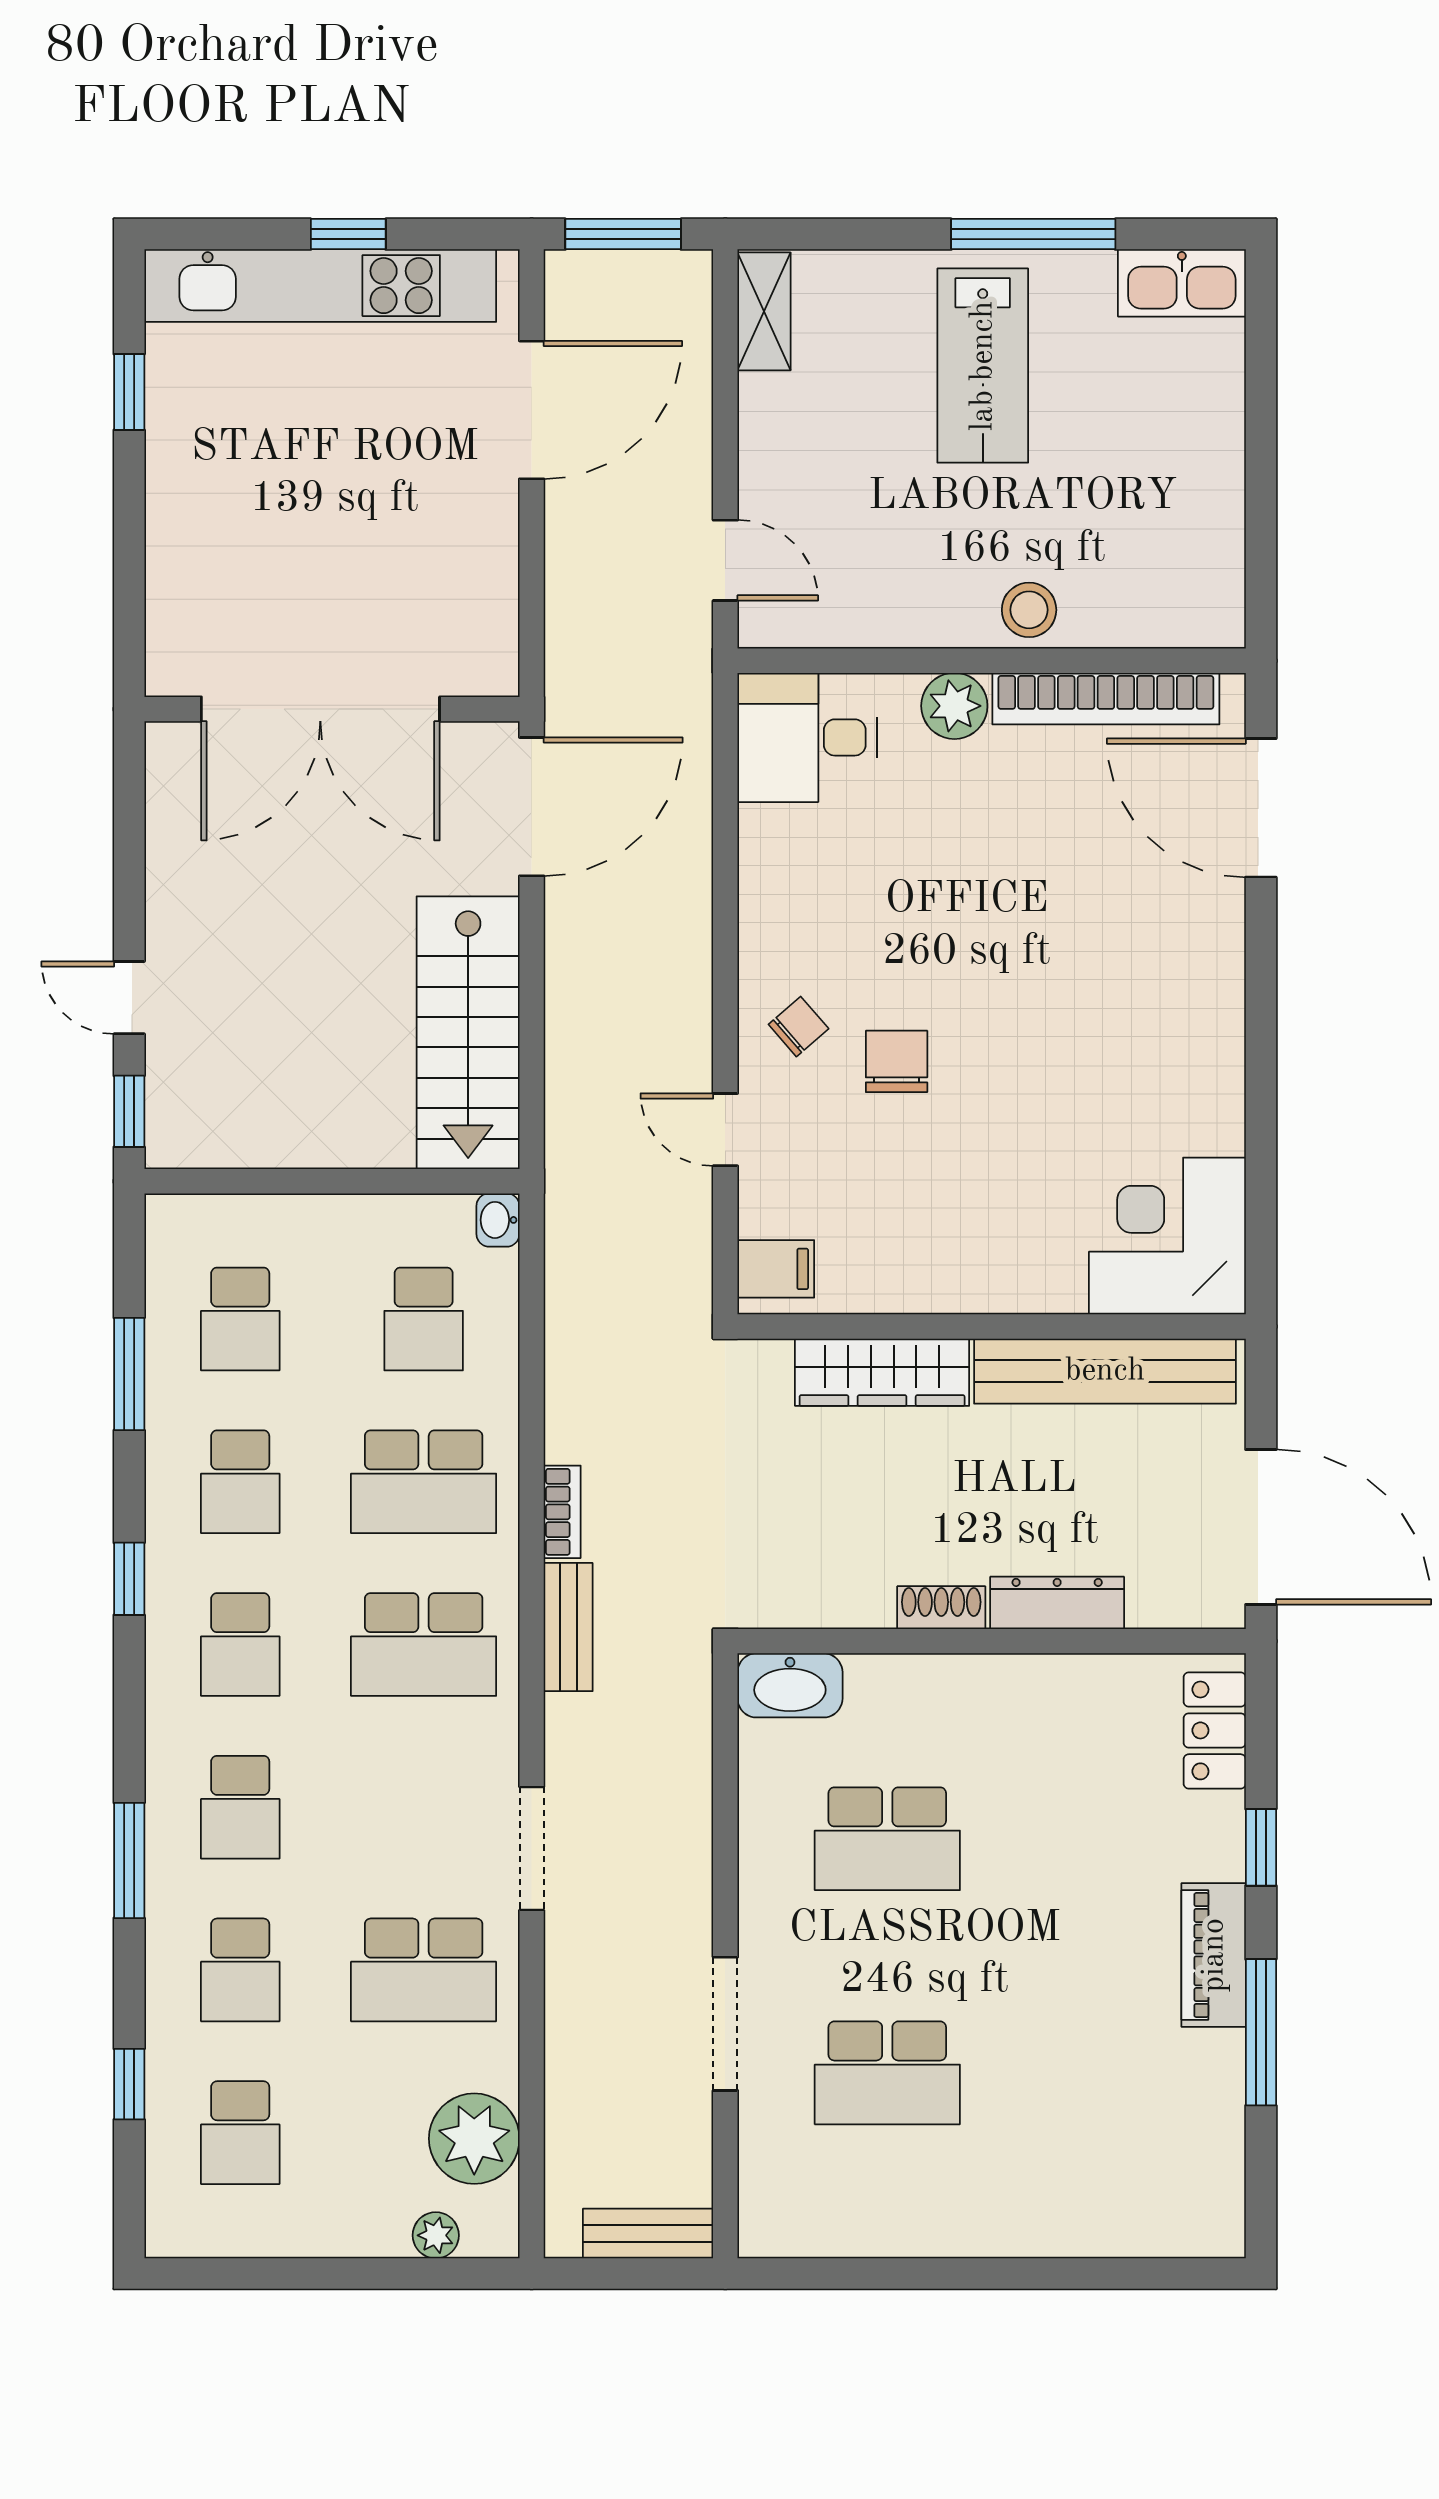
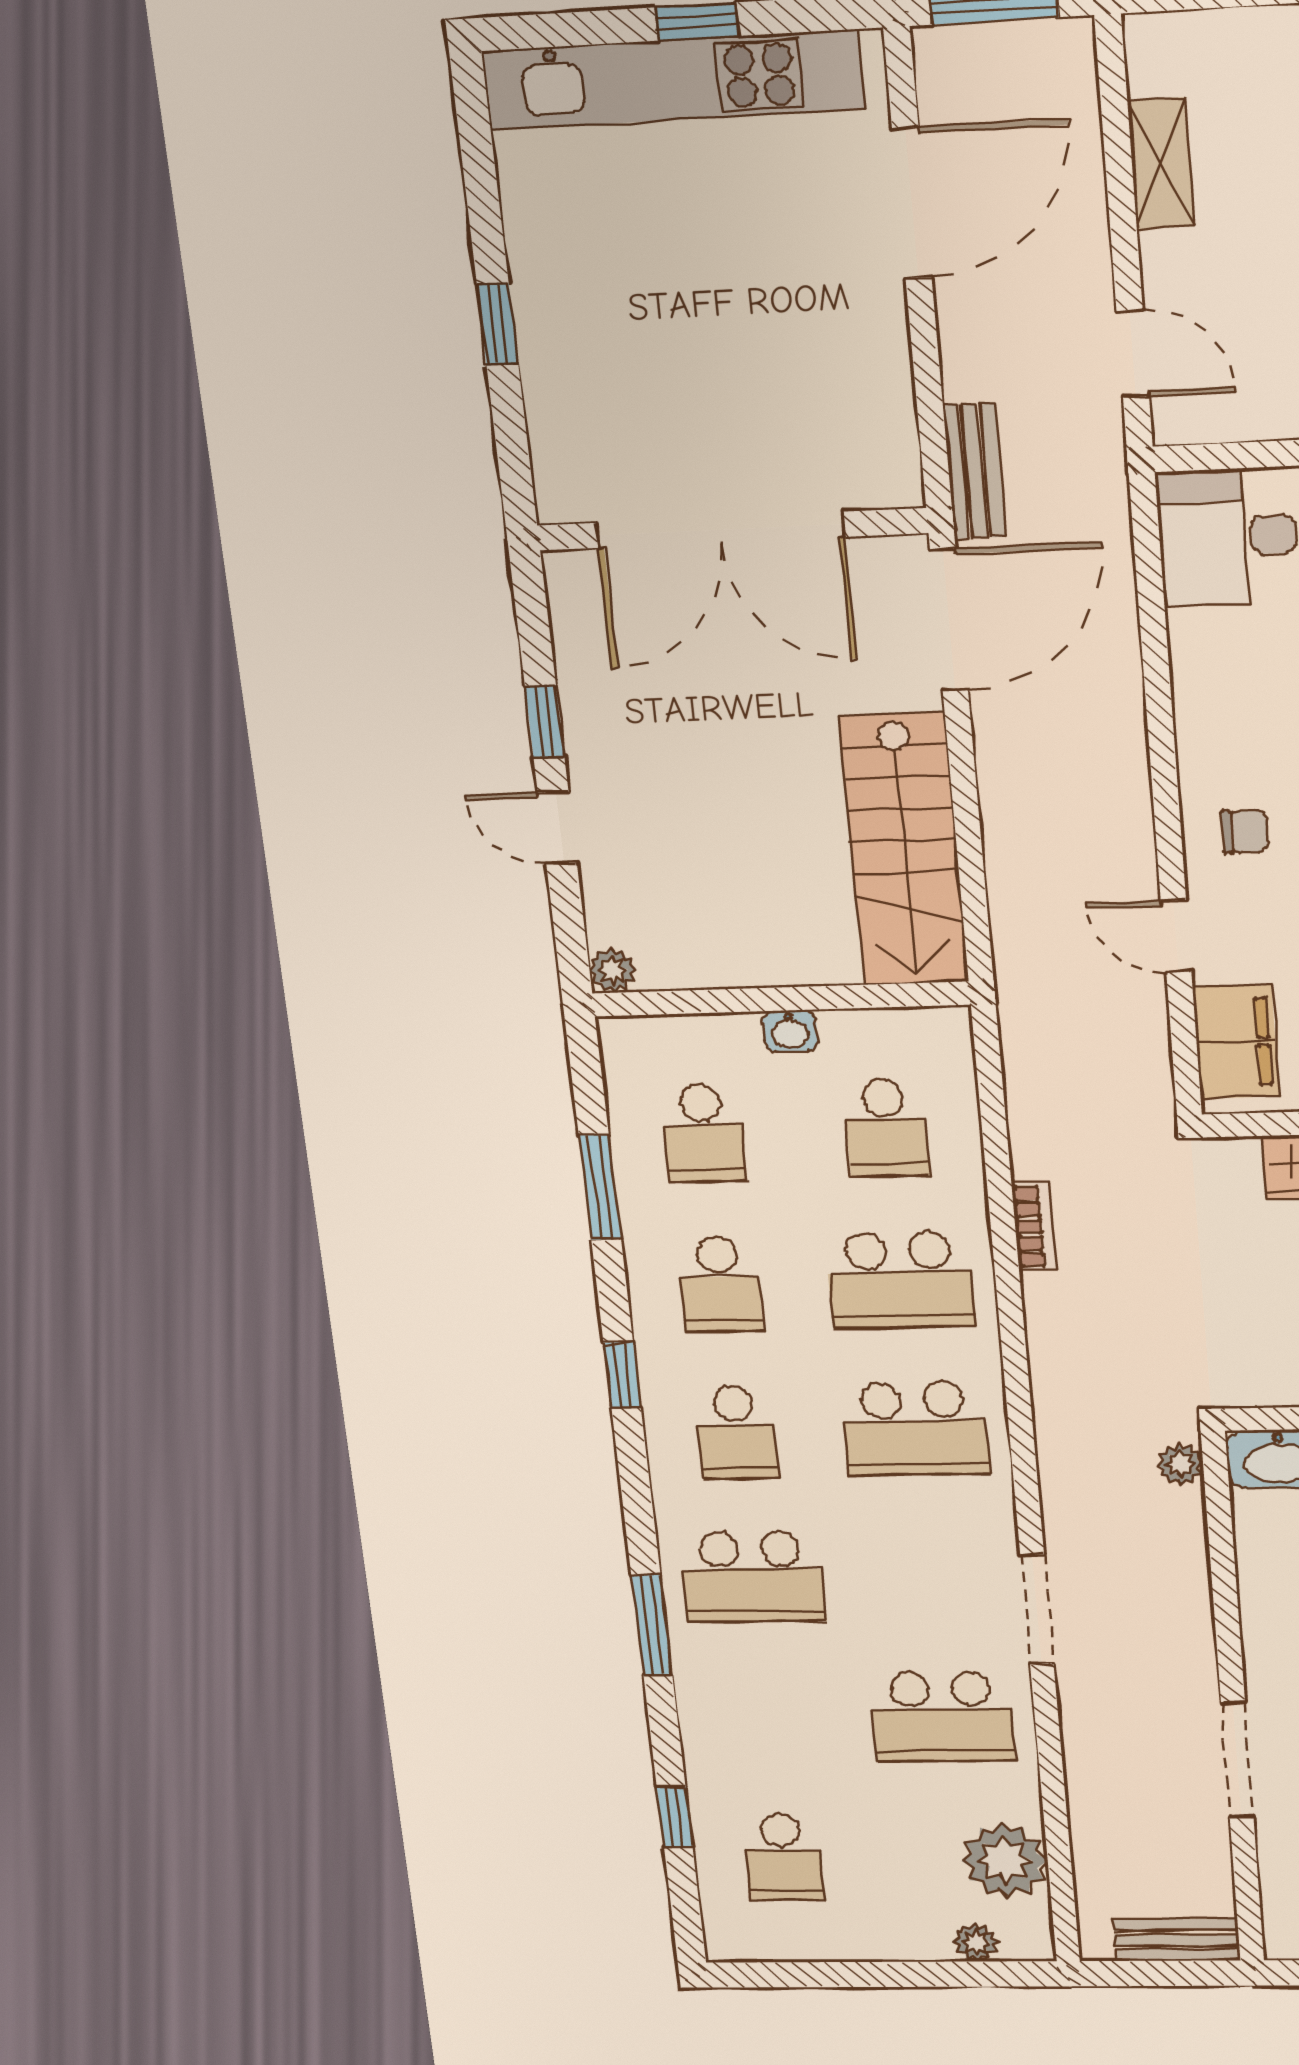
shelving: (764, 311) -> (1161, 164), moved
window: (129, 392) -> (498, 325), moved
chair: (799, 1027) -> (1245, 831), turned 41
window: (129, 1111) -> (545, 722), moved
plant: (168, 1146) -> (613, 970), added
washbasin: (498, 1220) -> (790, 1031), moved, turned -90
filing cabinet: (776, 1269) -> (1236, 1042), width x2.00
bookcase: (562, 1512) -> (1034, 1226), moved
bench: (568, 1627) -> (975, 471), moved
plant: (690, 1689) -> (1180, 1464), added
school desk: (240, 1807) -> (752, 1577), width x1.85
school desk: (240, 1970) -> (768, 1719), removed

